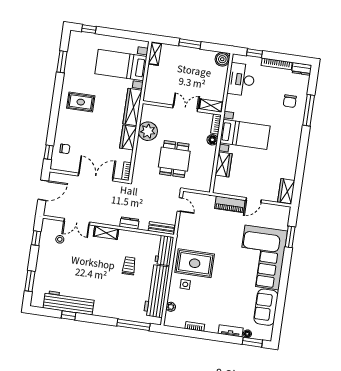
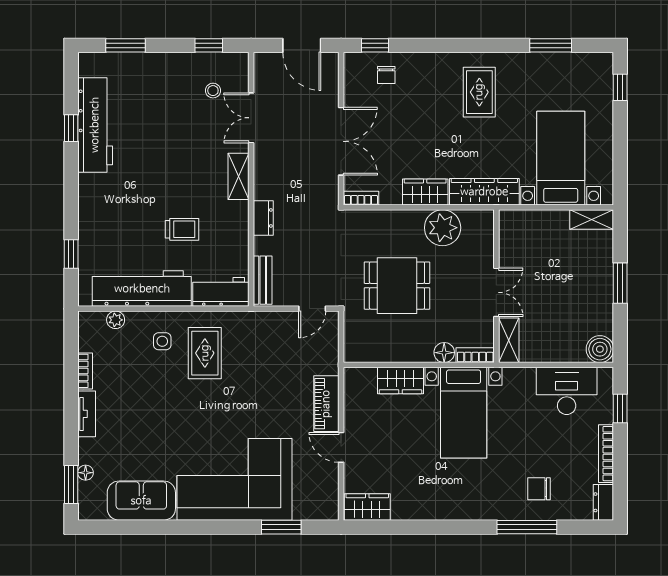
rug: (195, 263) -> (205, 353), width x0.73, depth x0.70
window: (133, 325) -> (71, 254), width x0.46
tv unit: (231, 331) -> (87, 414), moved

